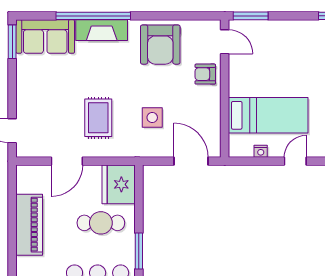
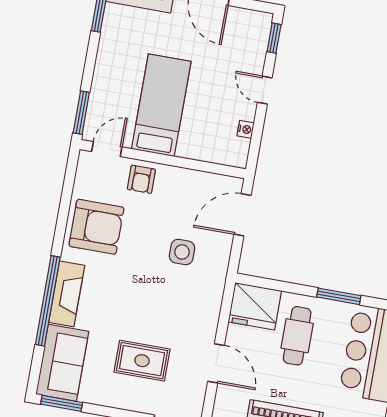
bed: (268, 115) -> (161, 105), moved
rug: (98, 118) -> (142, 361), moved

